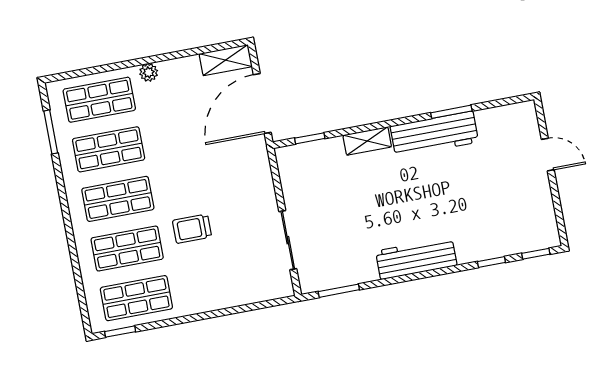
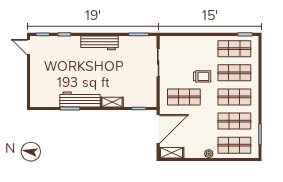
door: (548, 155) -> (28, 47), moved
shop shelf: (222, 179) -> (184, 97), added

